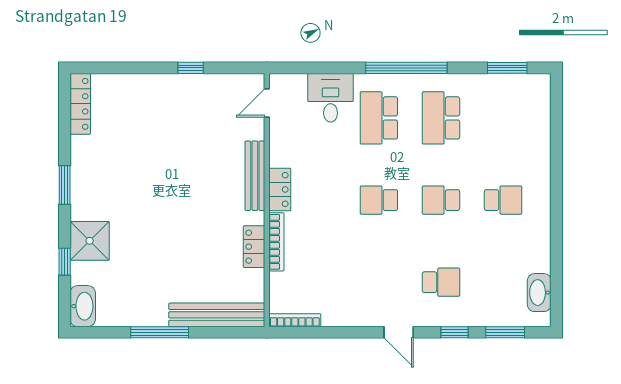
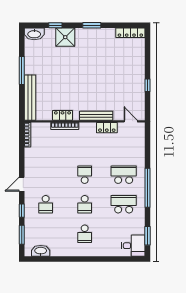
desk: (331, 98) -> (133, 246), moved
locker: (280, 189) -> (107, 128), moved
school desk: (441, 200) -> (85, 204), turned 180

